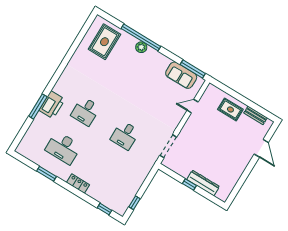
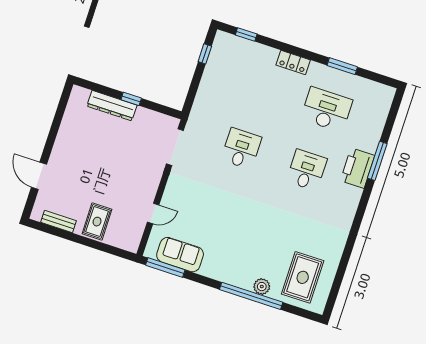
plant: (141, 47) -> (262, 287), moved
rug: (230, 109) -> (97, 222), turned 90

